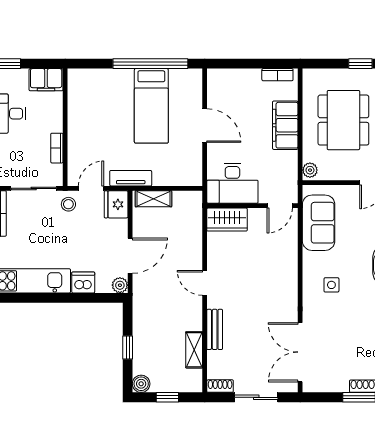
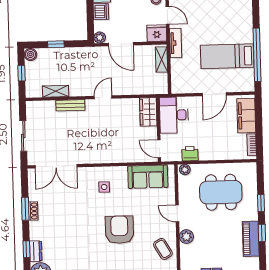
filing cabinet: (285, 125) -> (246, 116), moved, turned -90
printer: (288, 162) -> (190, 154), added
double door: (300, 352) -> (56, 166), swing flipped
shoe rack: (220, 386) -> (30, 110), removed

